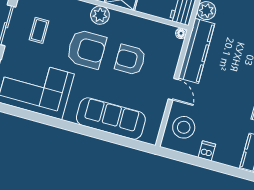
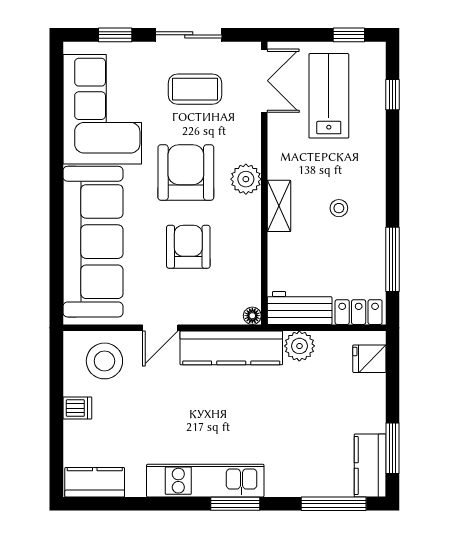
coffee table: (39, 30) -> (195, 89), width x1.36, depth x1.30
armchair: (86, 49) -> (186, 173), turned 180
sofa: (111, 119) -> (93, 242), width x1.36, depth x1.27

